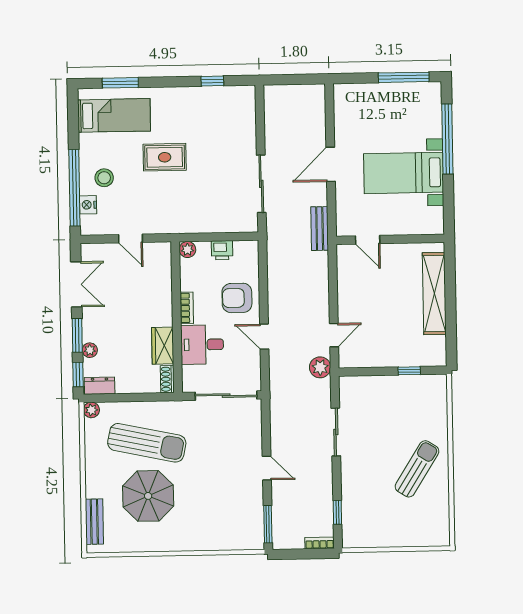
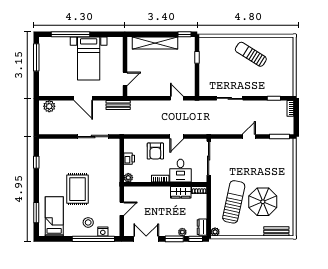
rug: (165, 157) -> (78, 189), width x1.36, depth x1.43
window: (451, 347) -> (184, 34), added
plant: (320, 367) -> (49, 106), moved

